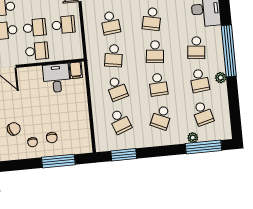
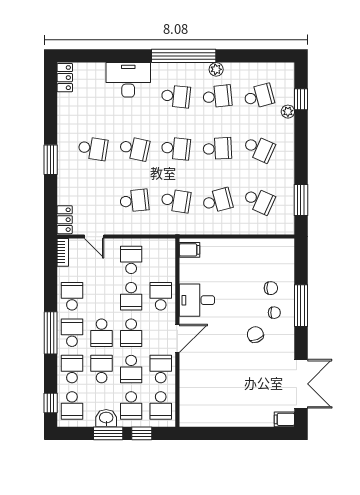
school desk: (35, 28) -> (131, 296), turned 180
desk: (56, 78) -> (197, 300), moved
school desk: (120, 121) -> (259, 201), turned 45
window: (203, 147) -> (301, 99), width x0.46
window: (58, 161) -> (301, 306), moved

